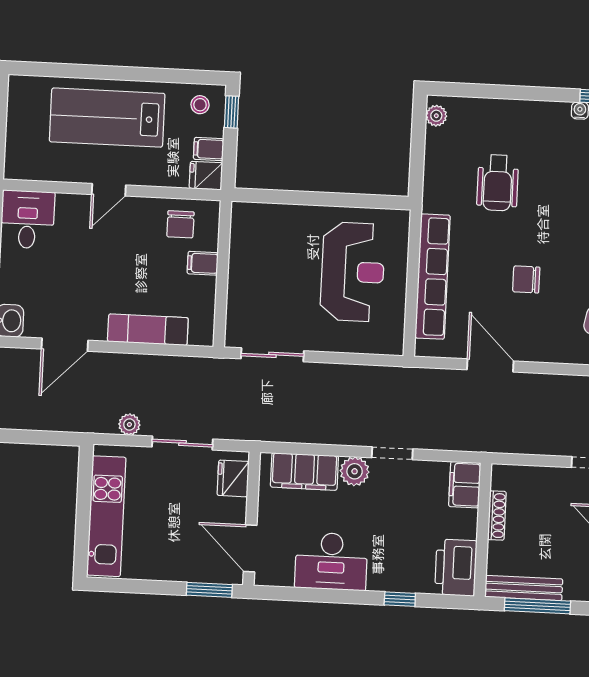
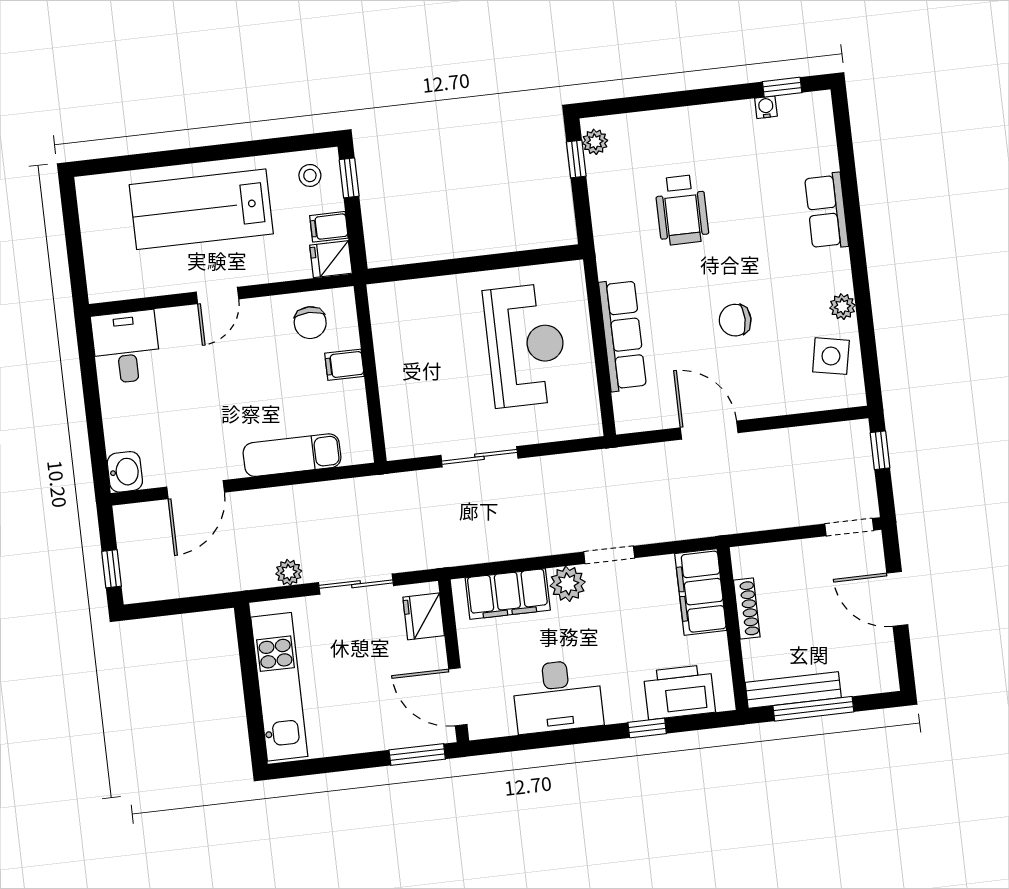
window: (419, 127) -> (576, 159), added
row of seats: (433, 277) -> (622, 335), width x0.73
sliding door: (272, 355) -> (479, 457), moved
filing cabinet: (465, 485) -> (701, 592), width x1.50, depth x1.17
printer: (456, 568) -> (679, 692), moved, turned 90

